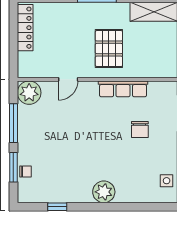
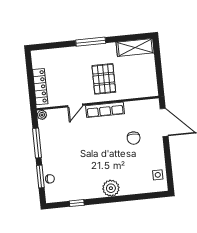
locker: (25, 28) -> (40, 87), moved
row of seats: (123, 89) -> (105, 110), moved
plant: (29, 93) -> (42, 115), width x0.53, depth x0.53

